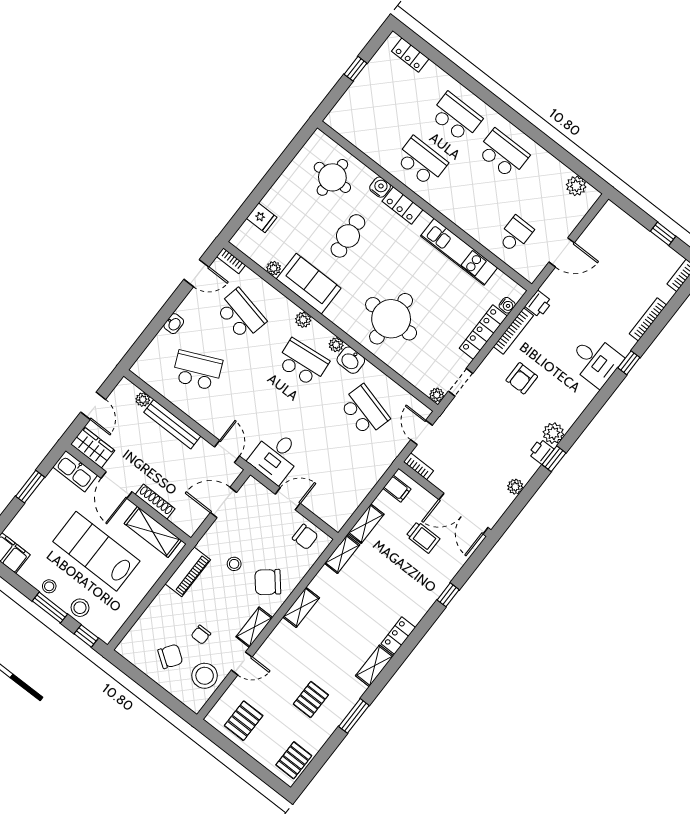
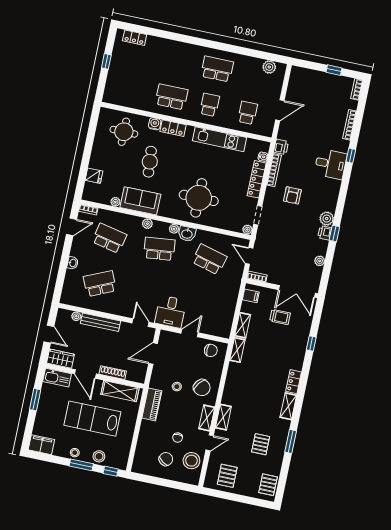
school desk: (456, 117) -> (210, 105), moved, width x0.54
chair: (268, 582) -> (202, 388), turned -102
shelving: (301, 607) -> (223, 417), moved

